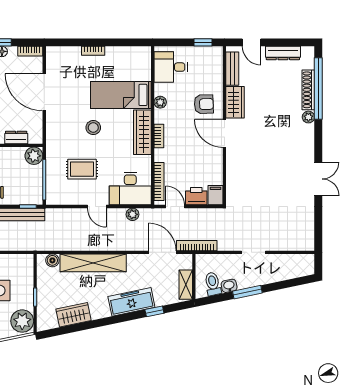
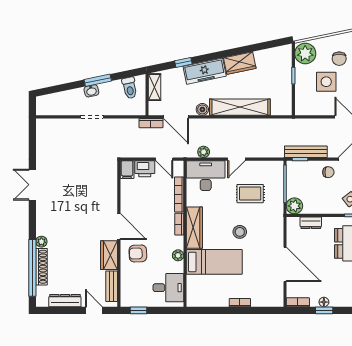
bookcase: (159, 182) -> (179, 194), moved
door: (97, 207) -> (236, 159), swing flipped
bookcase: (197, 246) -> (151, 123), width x0.64
boiler: (52, 260) -> (202, 109), moved
washbasin: (229, 286) -> (91, 91), moved
wardrobe: (73, 315) -> (240, 63), moved

